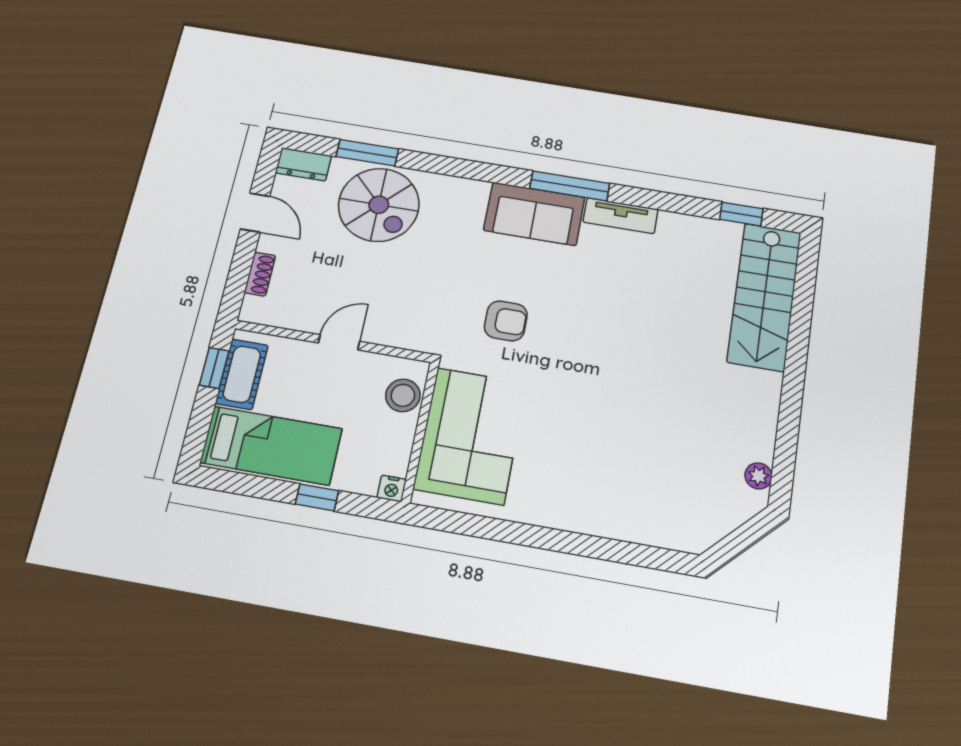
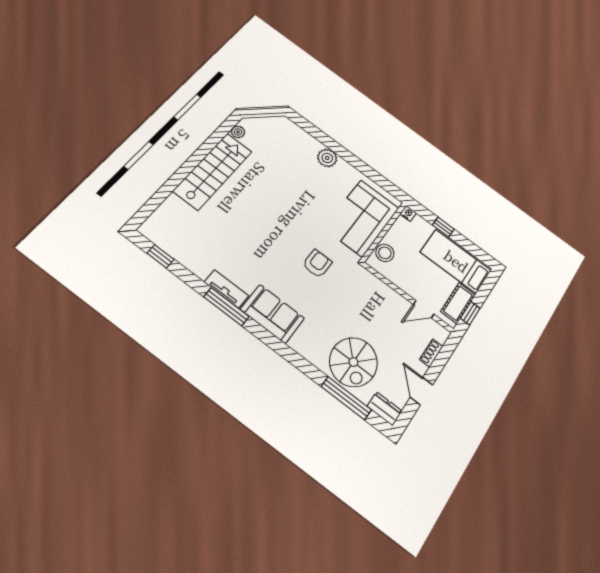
window: (367, 153) -> (346, 398), width x1.44
window: (570, 186) -> (226, 307), moved
spiral stairs: (379, 205) -> (353, 362), turned 180
stairs: (764, 296) -> (213, 171), moved
armchair: (506, 321) -> (317, 264), turned 90
door: (339, 342) -> (424, 309), moved
plant: (584, 515) -> (327, 158), added

